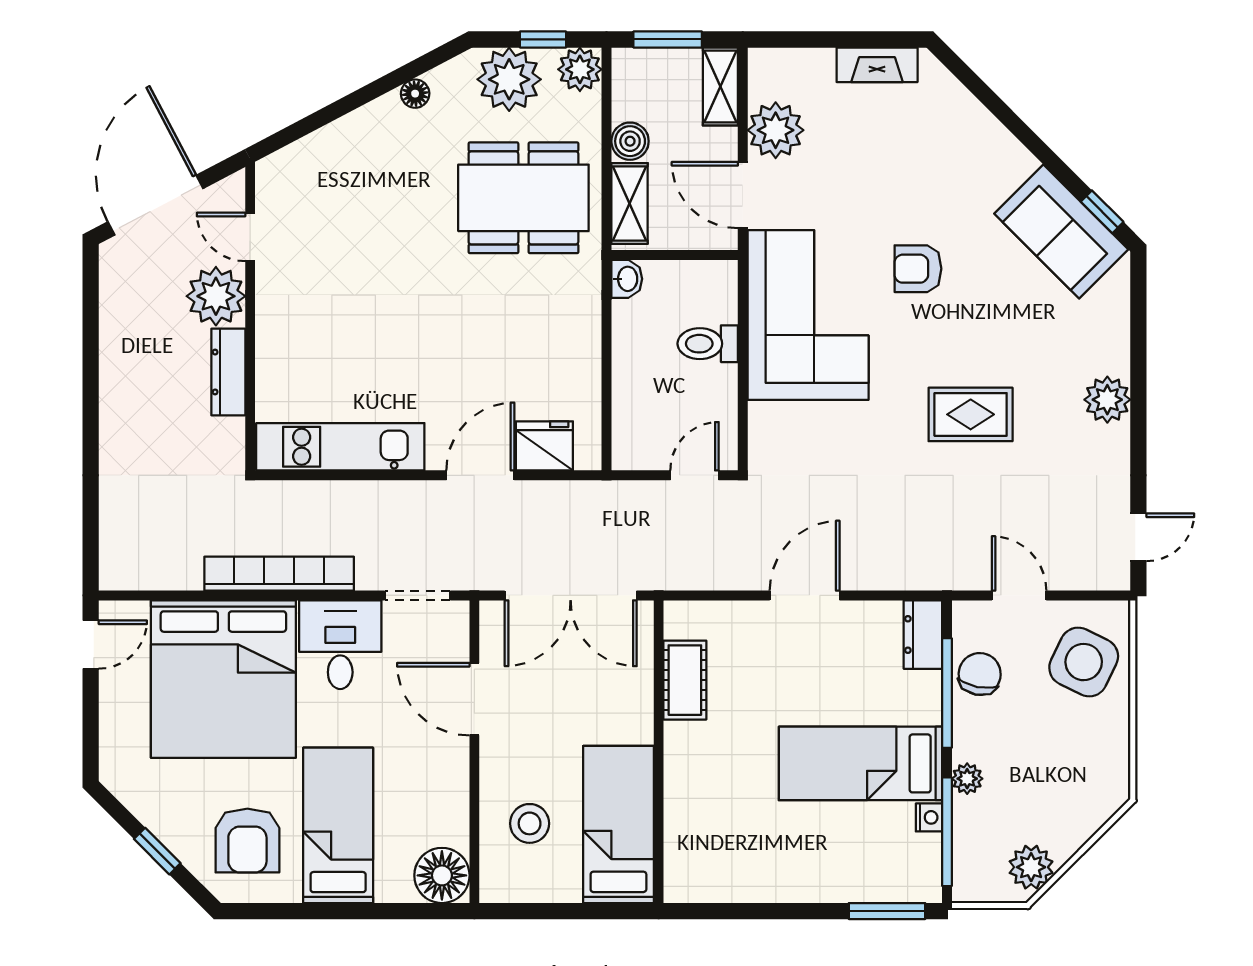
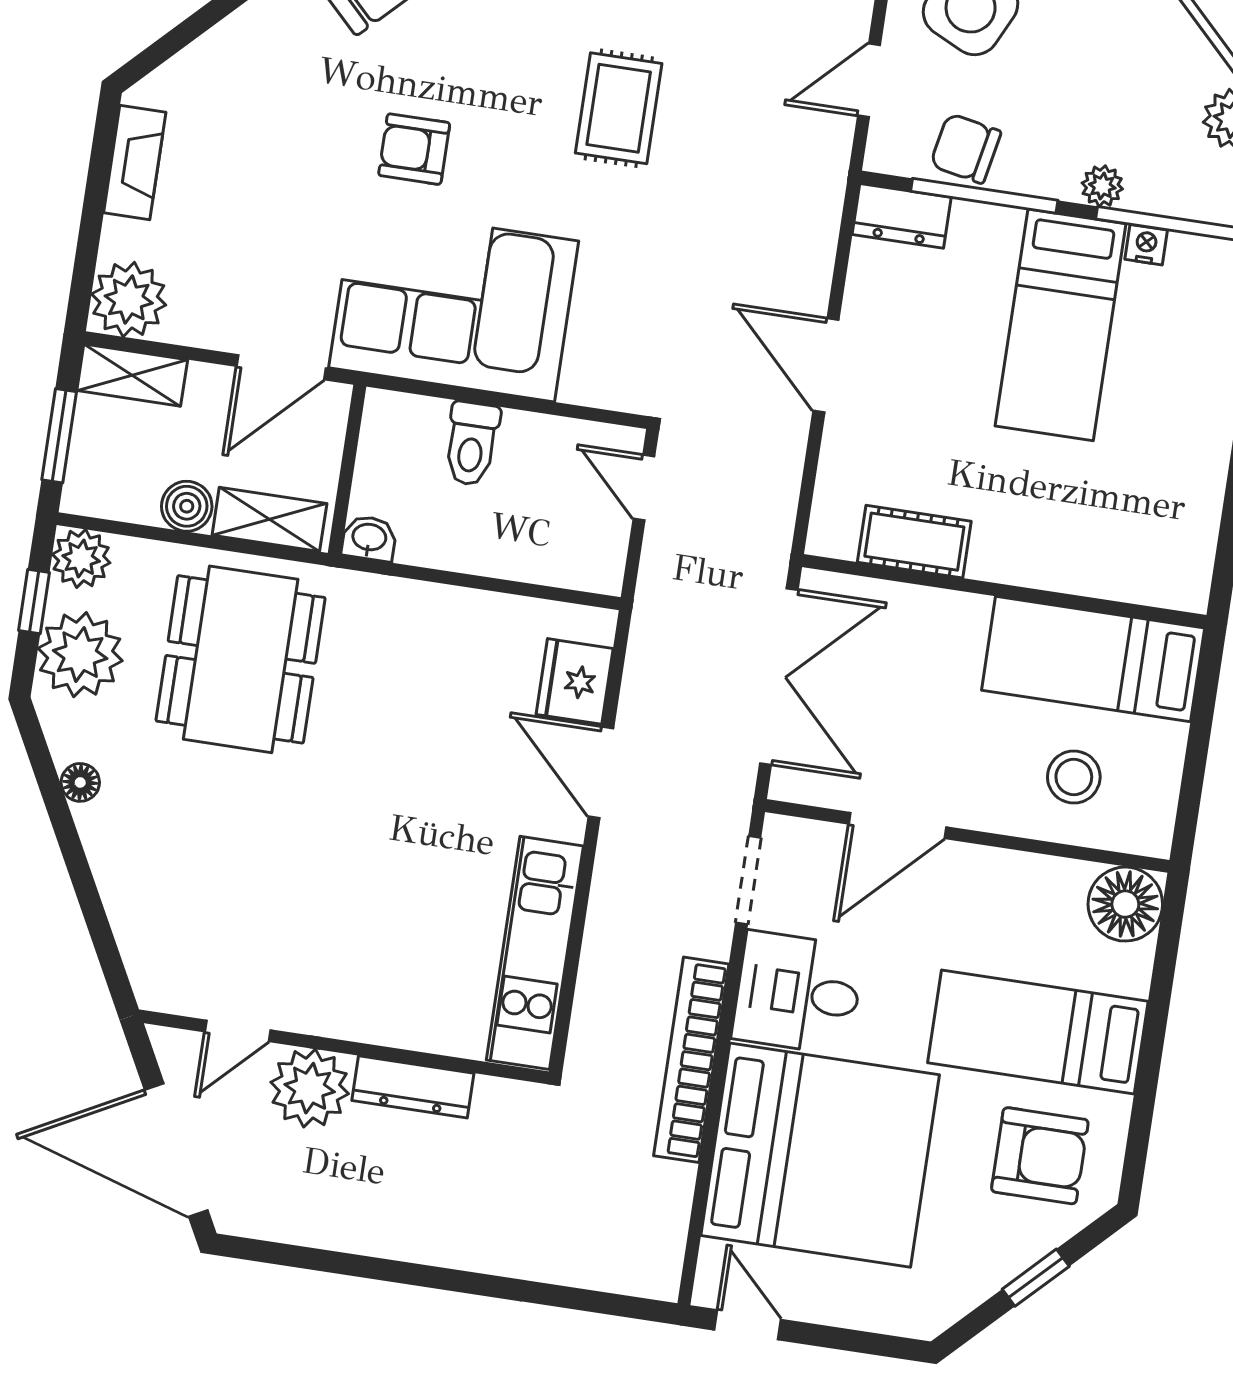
plant: (776, 130) -> (129, 299), moved
armchair: (918, 269) -> (414, 149), turned 90

